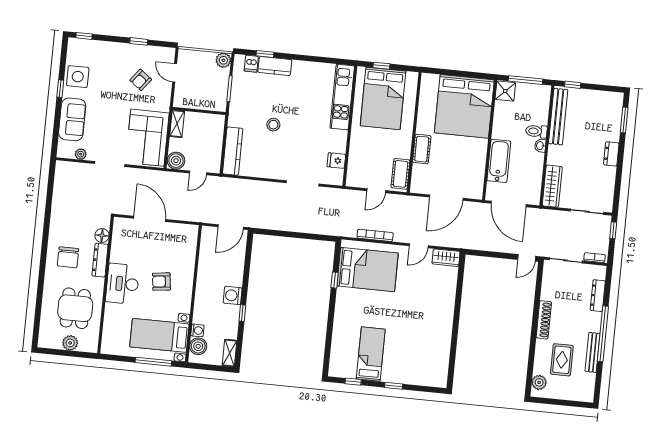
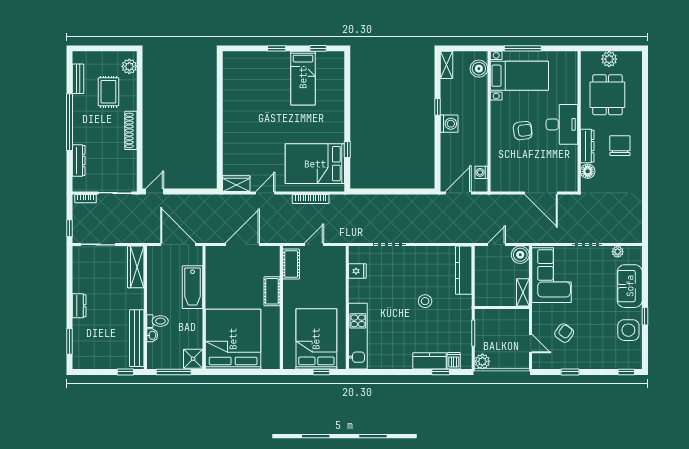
washbasin: (540, 146) -> (152, 335), moved
washing machine: (197, 330) -> (481, 172), moved
bench: (593, 352) -> (78, 79), moved, width x0.73

